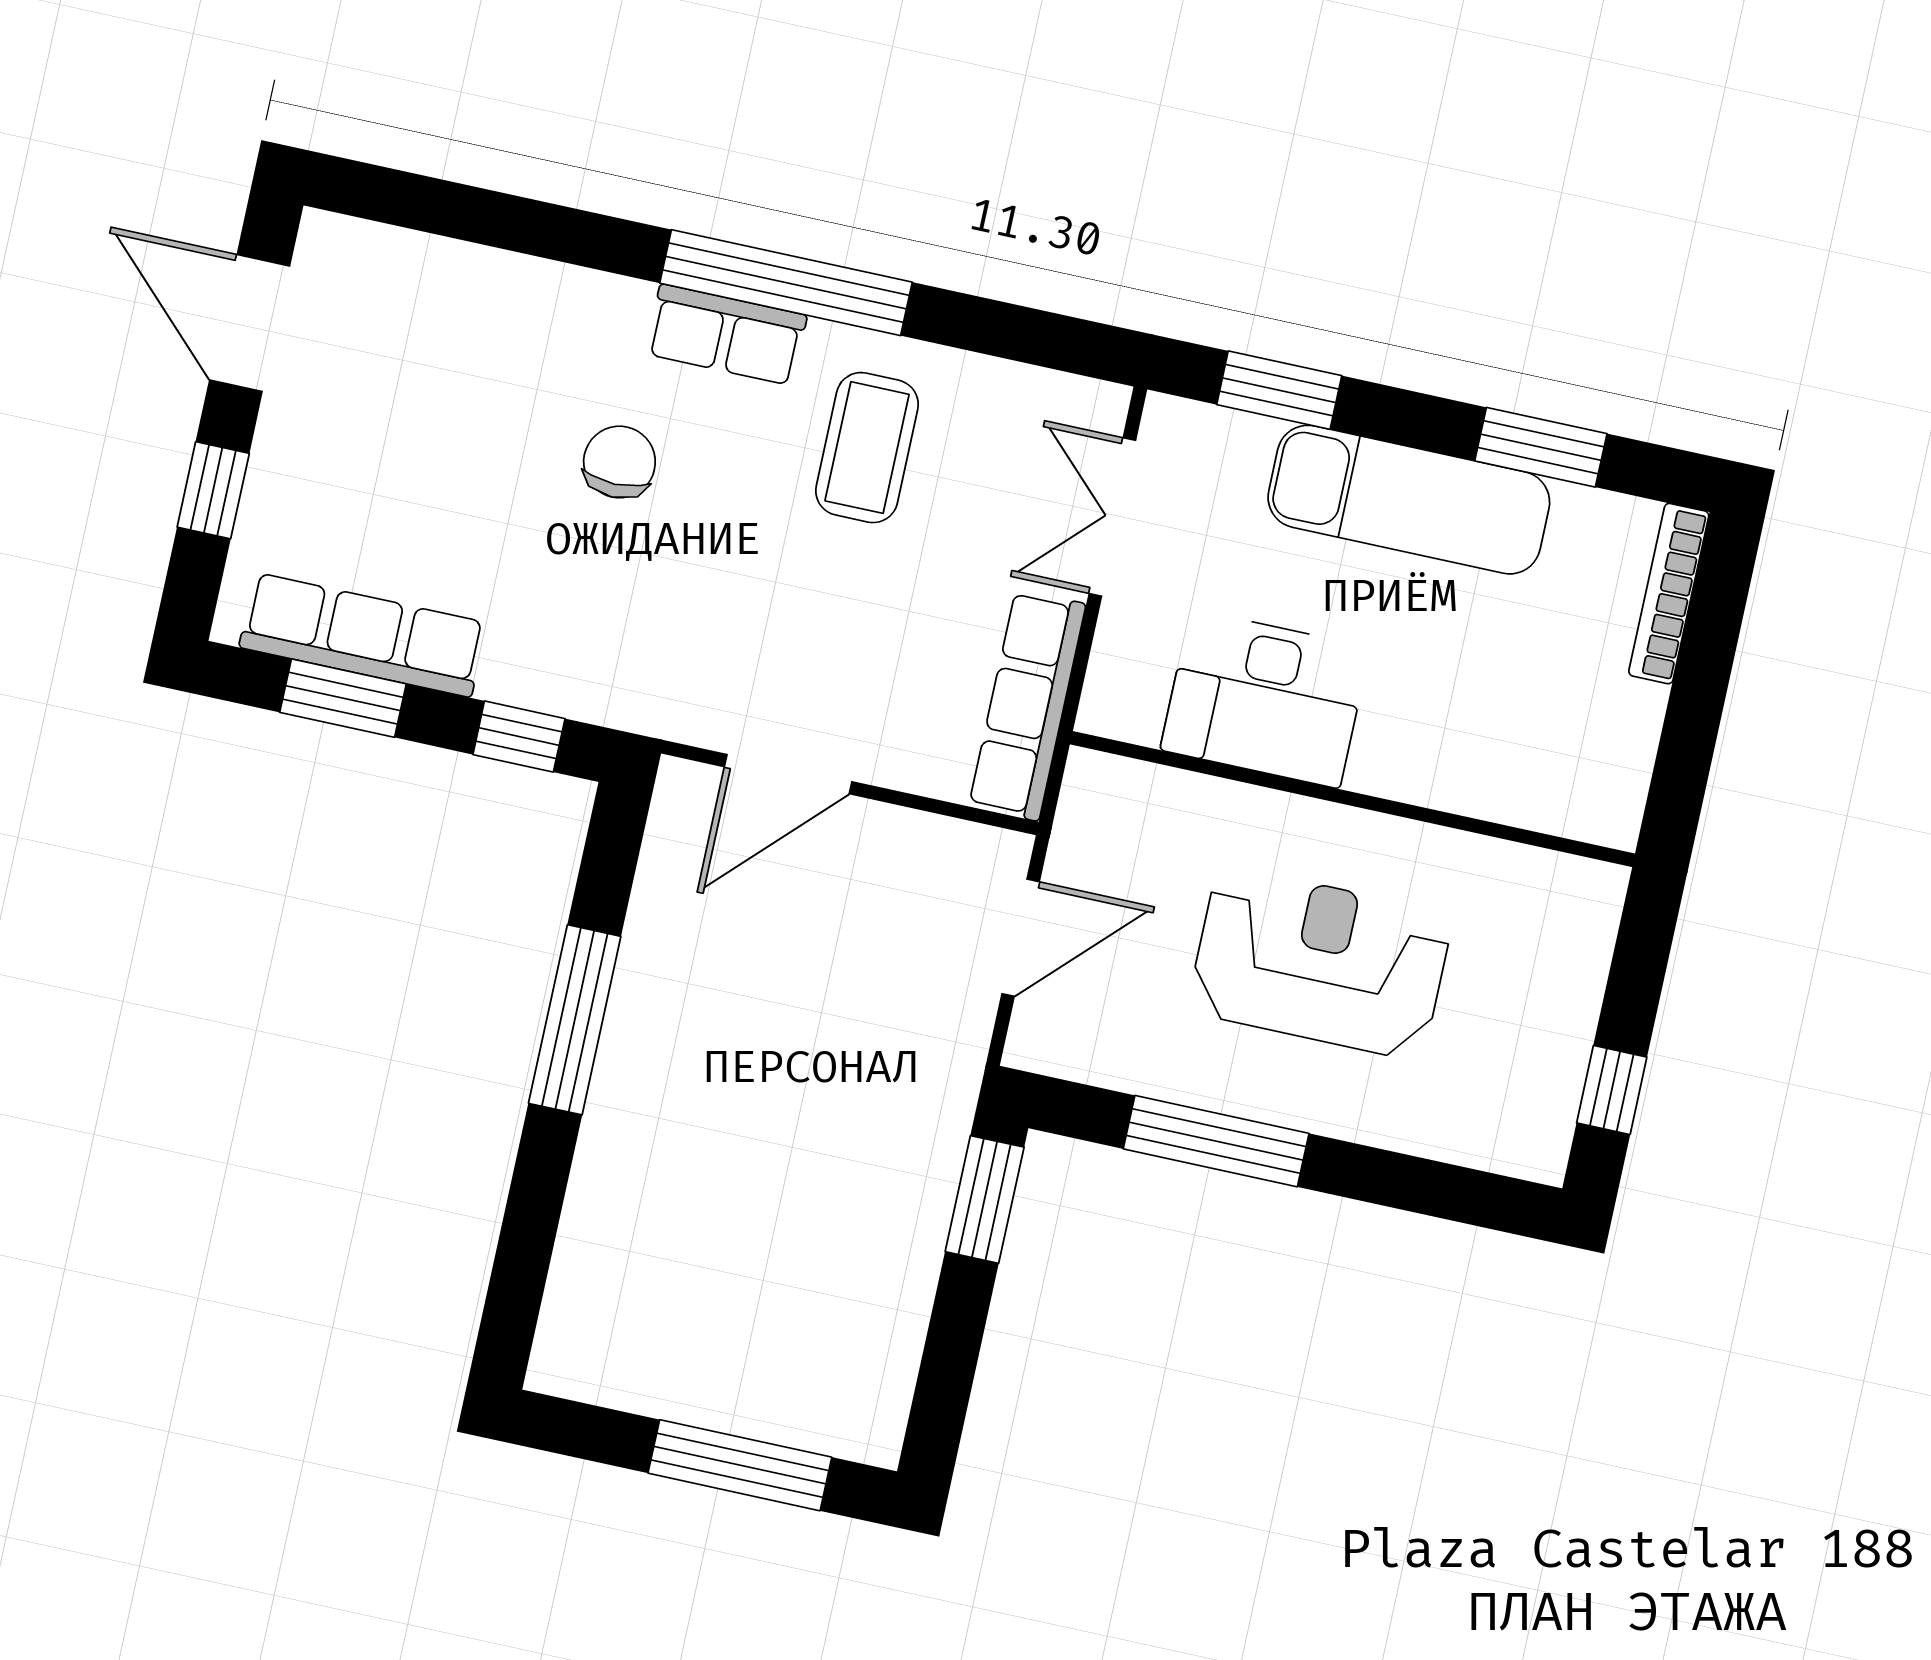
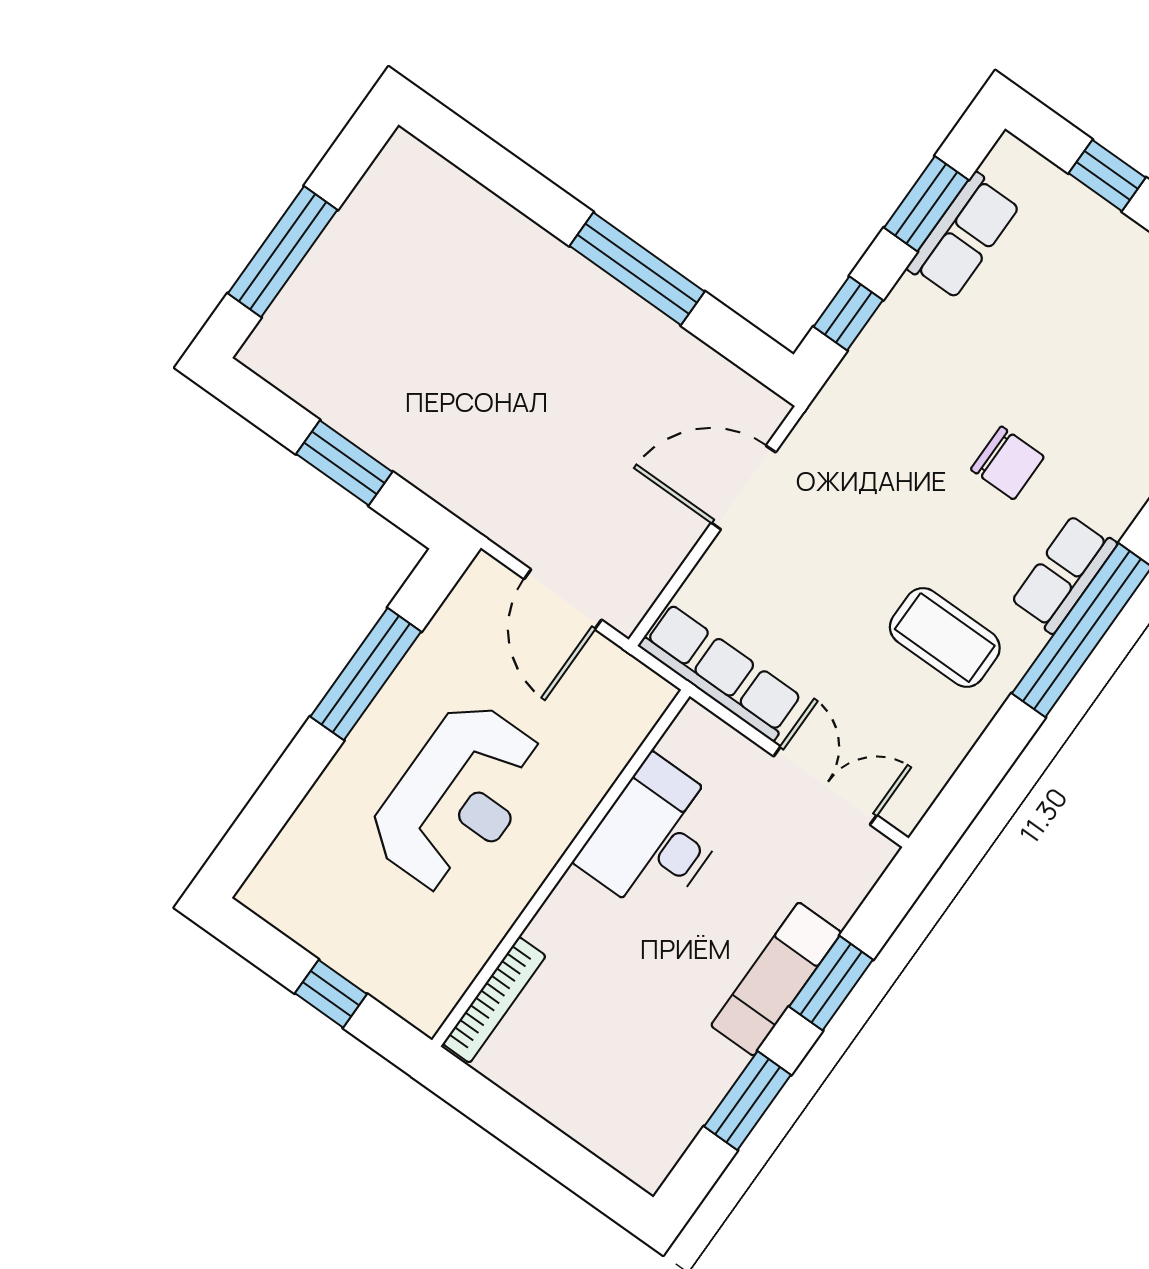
window: (1279, 390) -> (831, 983), moved
exam couch: (1409, 500) -> (776, 979), width x0.73, depth x0.69
bookcase: (1669, 594) -> (494, 1000), moved, turned 90
row of seats: (363, 635) -> (964, 236), width x0.68
door: (788, 774) -> (743, 487), hinge flipped
window: (1612, 1090) -> (331, 994), moved
window: (985, 1199) -> (344, 463), moved

